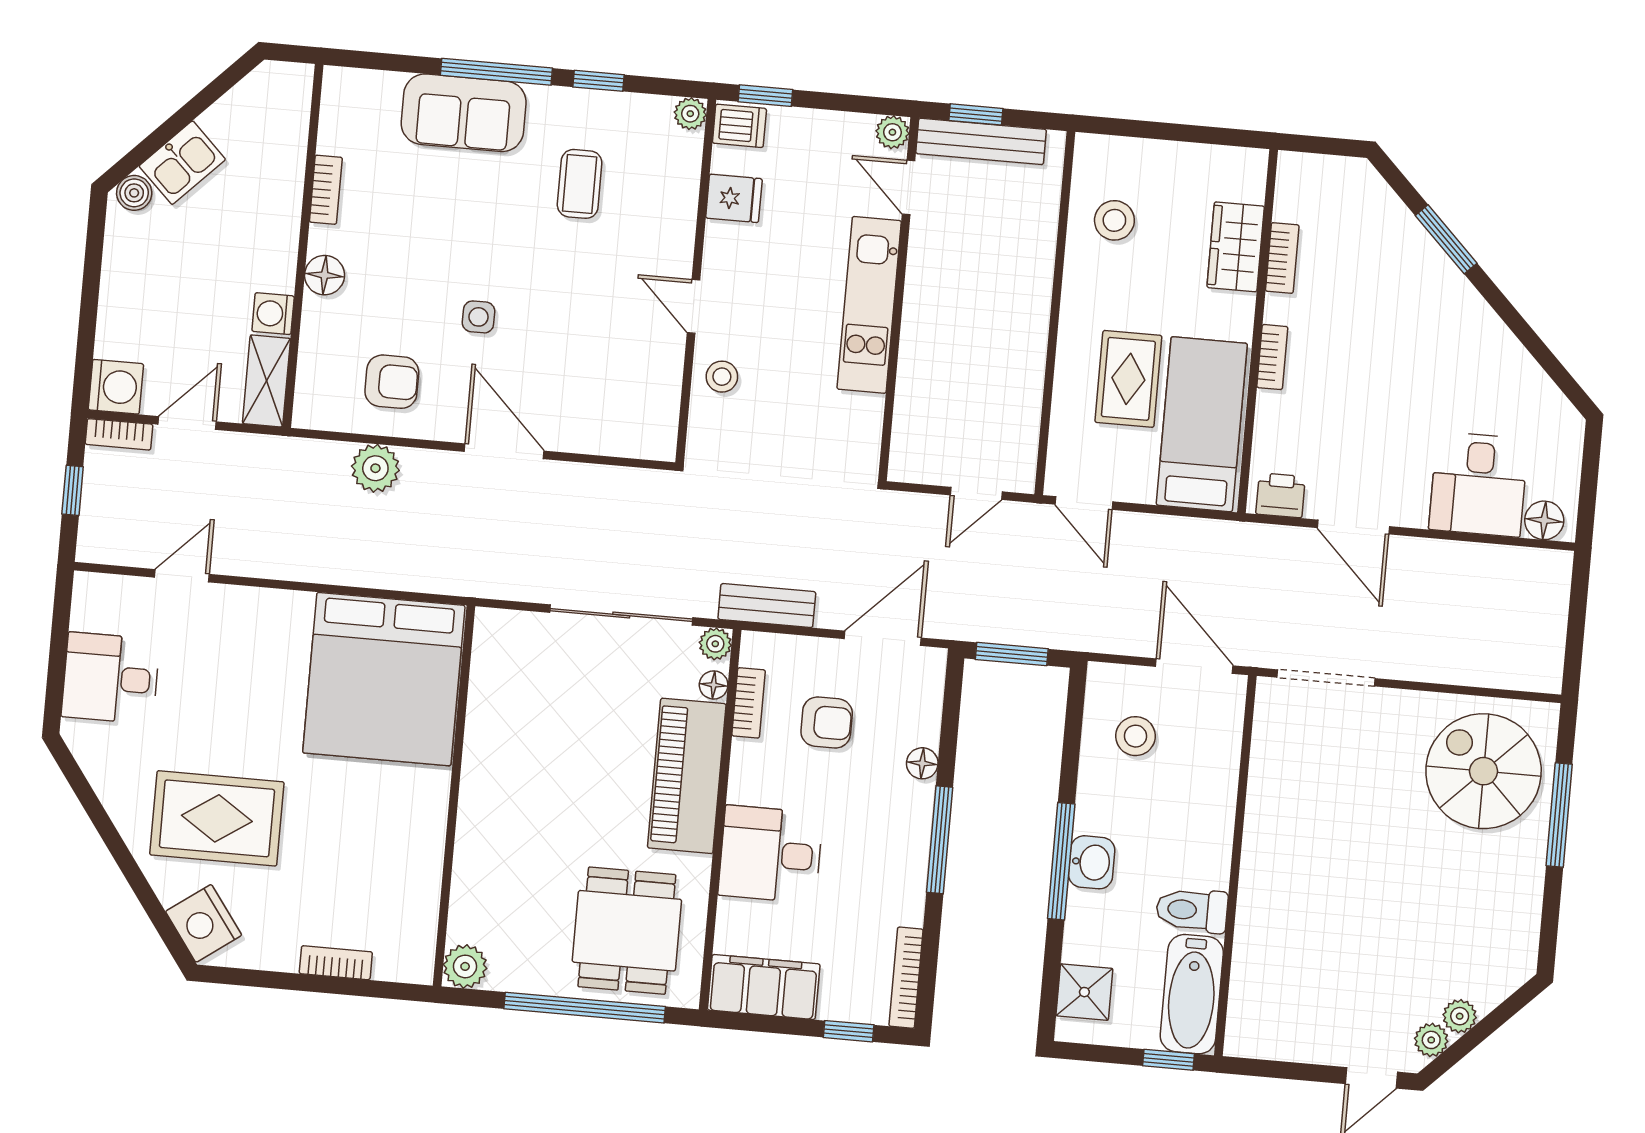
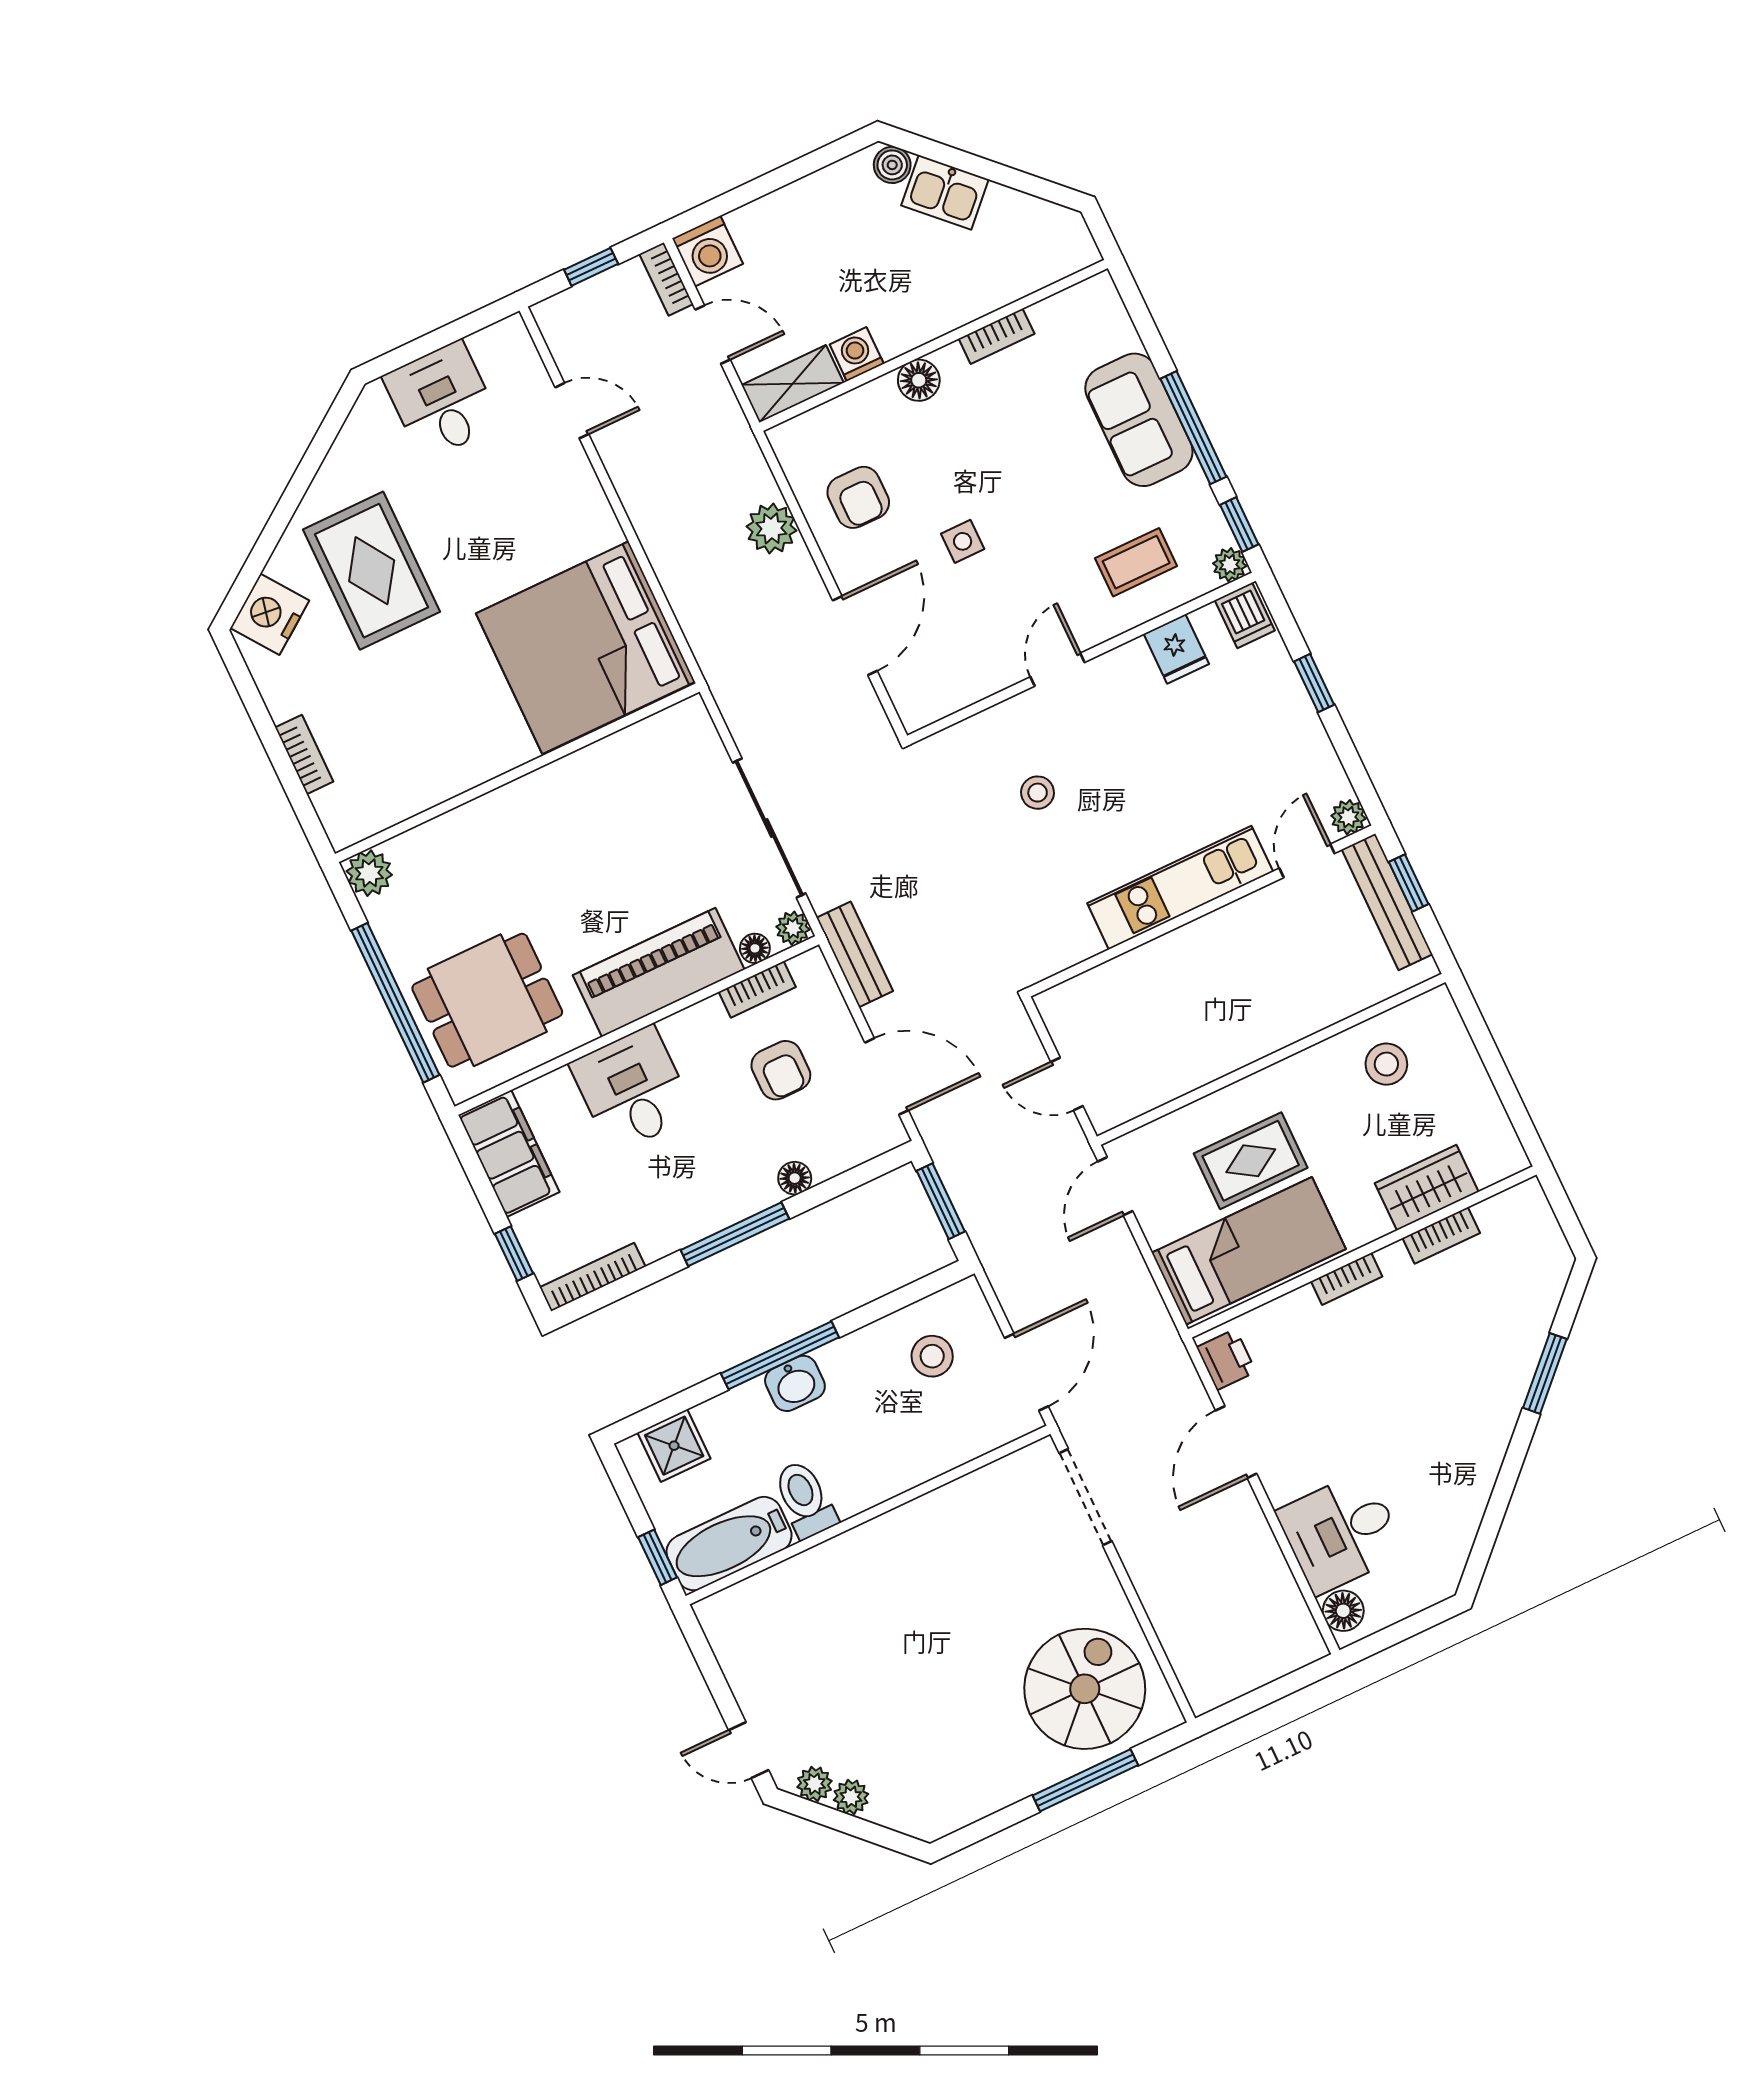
plant: (690, 114) -> (1230, 565), moved
dishwasher: (739, 126) -> (1245, 615), moved
fridge: (734, 198) -> (1176, 649), moved
wall: (696, 281) -> (1082, 658), moved
door: (694, 306) -> (1058, 670), moved

